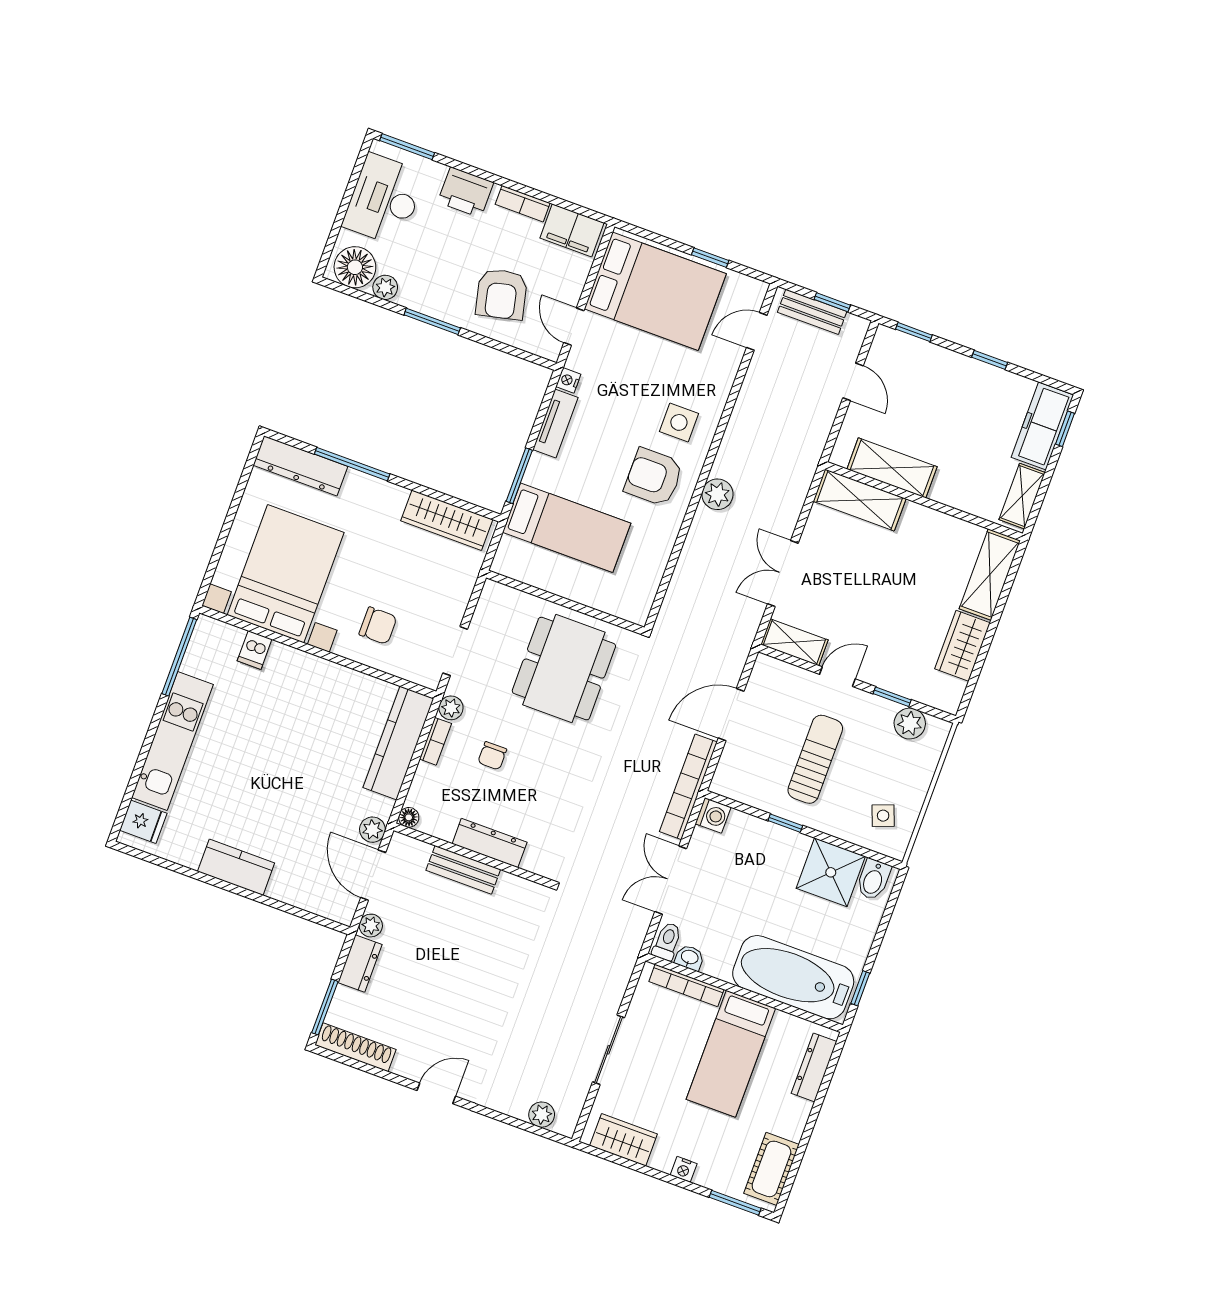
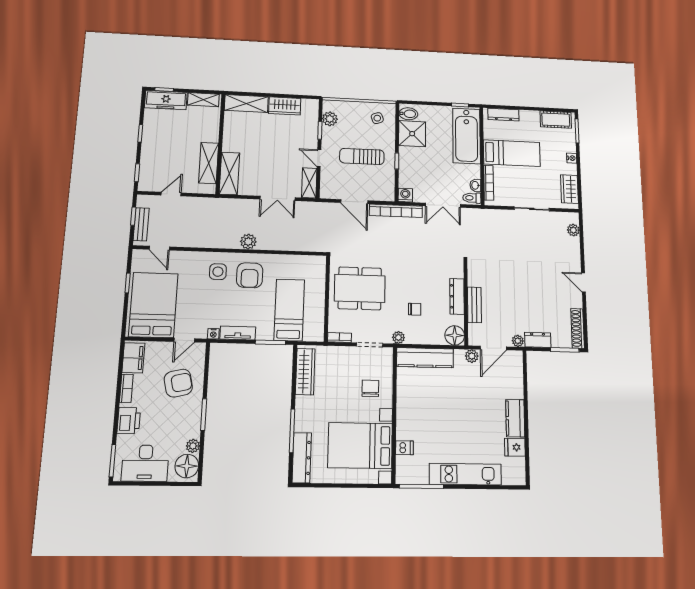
bookcase: (435, 741) -> (339, 337), moved
floor lamp: (409, 817) -> (455, 335), width x1.89, depth x1.89
fridge: (143, 822) -> (515, 447), moved, turned -90

